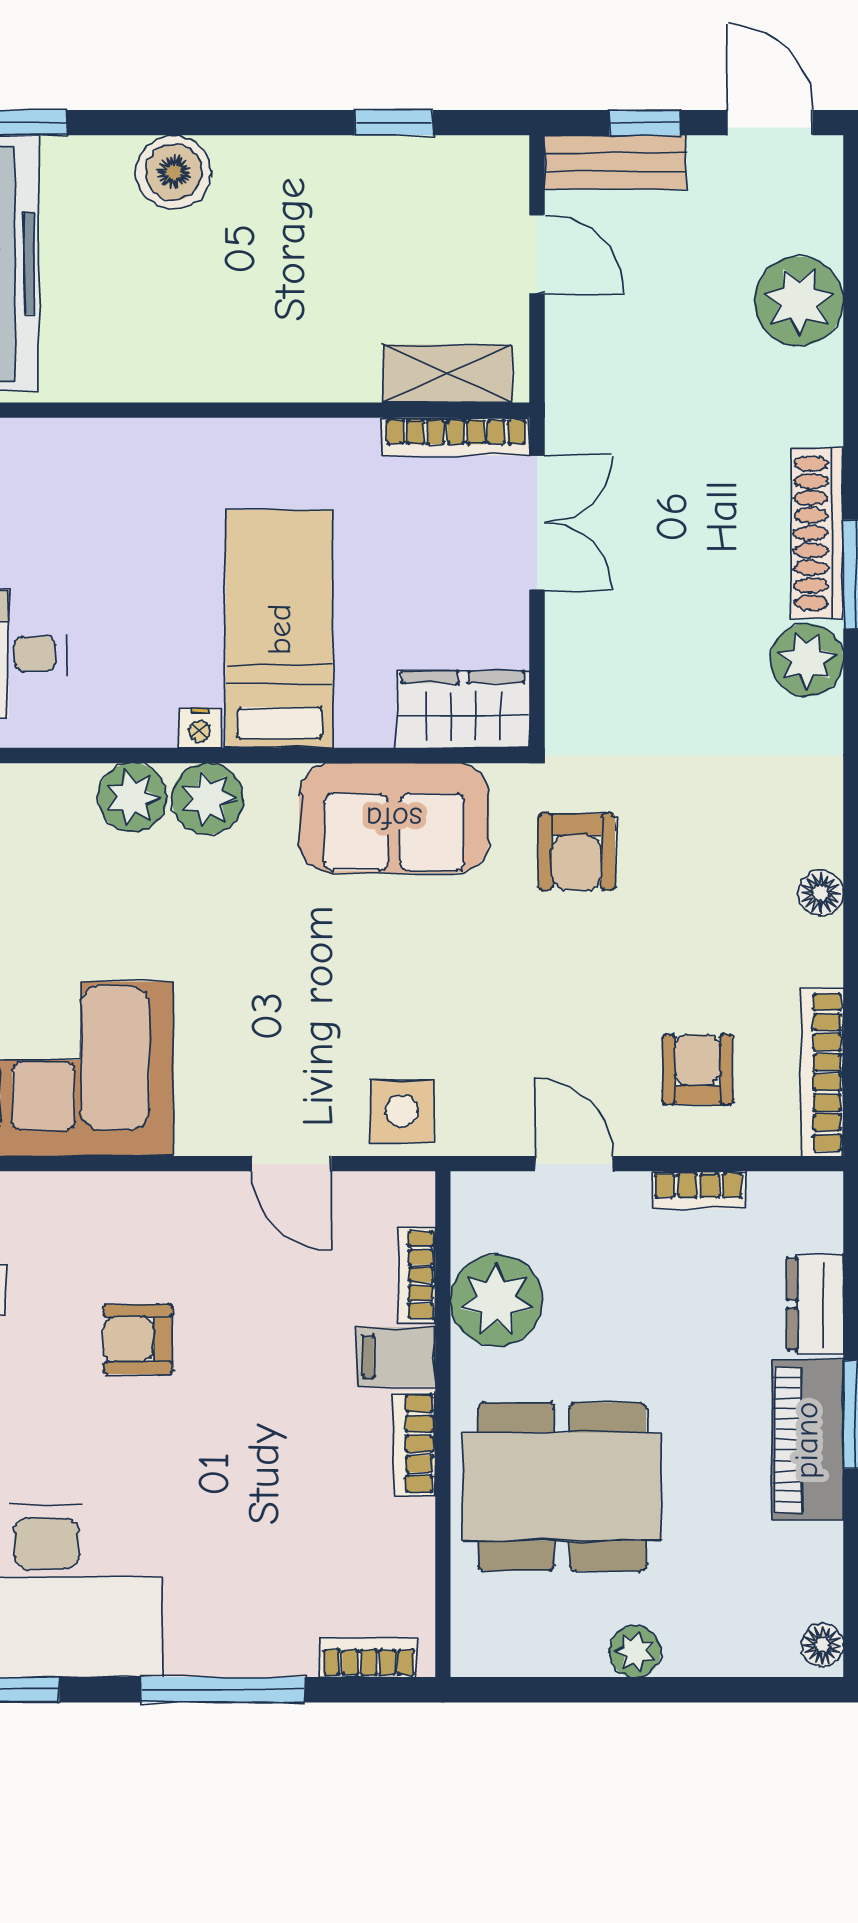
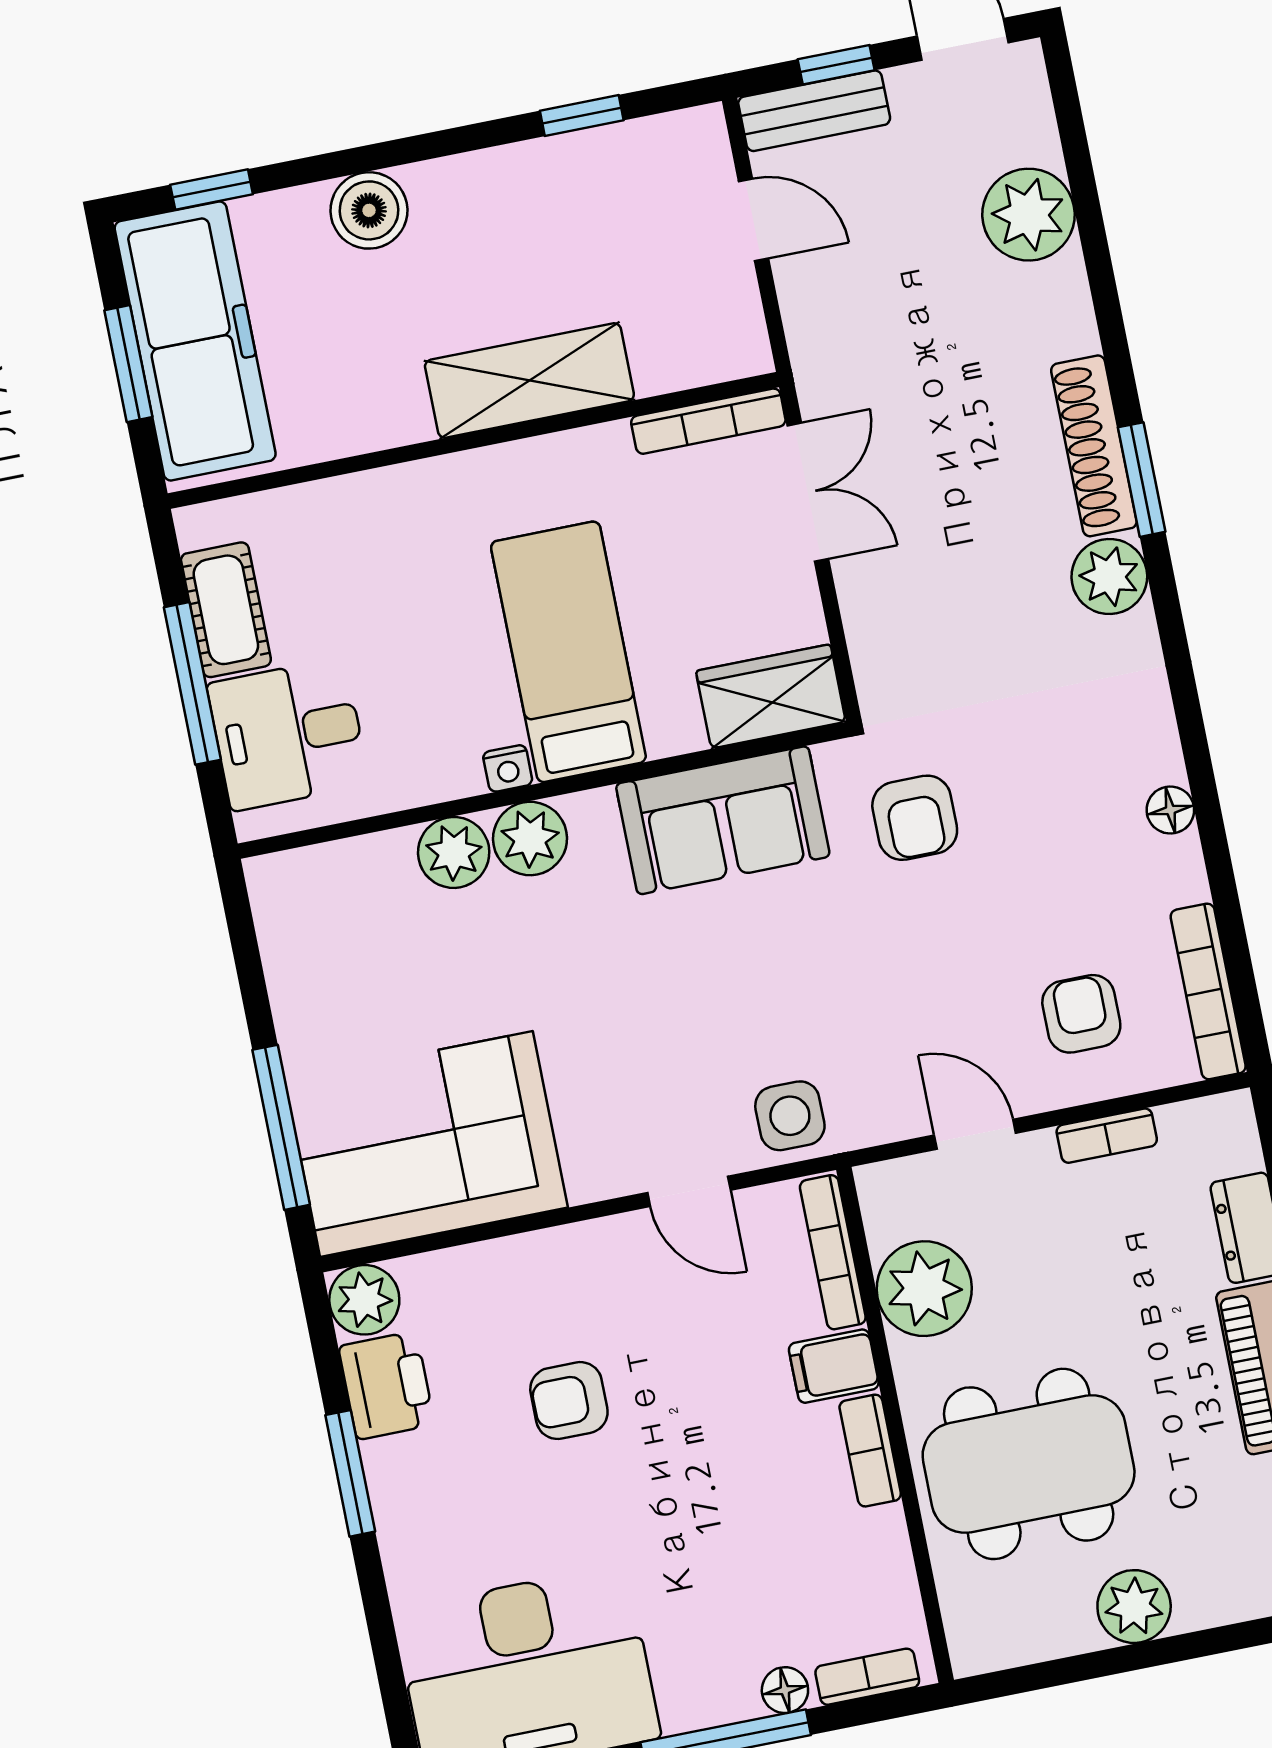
shelving: (447, 374) -> (529, 380), moved, width x1.50, depth x1.33
bookcase: (416, 1275) -> (833, 1252), width x1.56
plant: (635, 1652) -> (1134, 1607), width x1.38, depth x1.38
floor lamp: (288, 1655) -> (785, 1690), added

